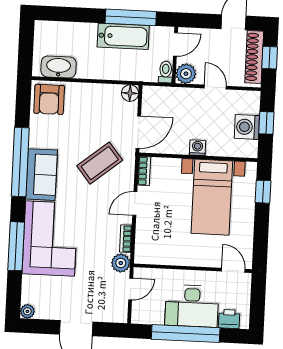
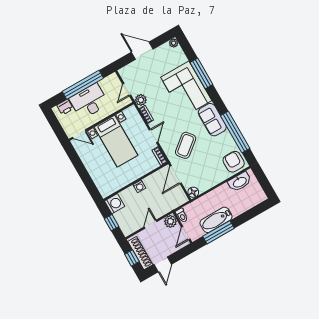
door: (215, 87) -> (150, 224), swing flipped
washing machine: (247, 127) -> (115, 204), moved
window: (20, 162) -> (235, 132), moved
window: (263, 192) -> (90, 185), removed
bed with nightstands: (212, 197) -> (116, 141), moved, turned 180

